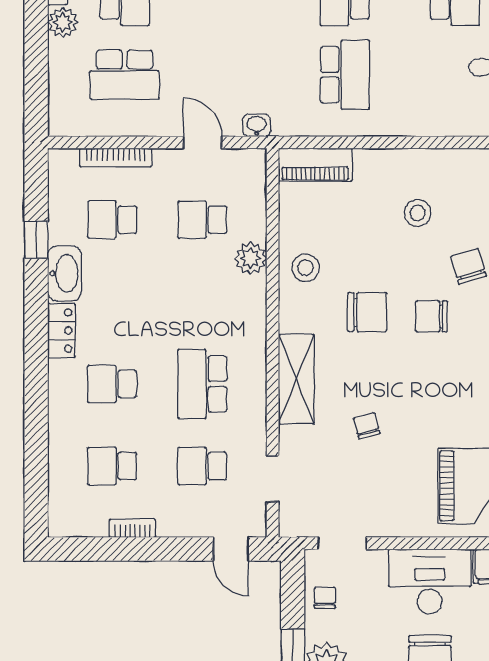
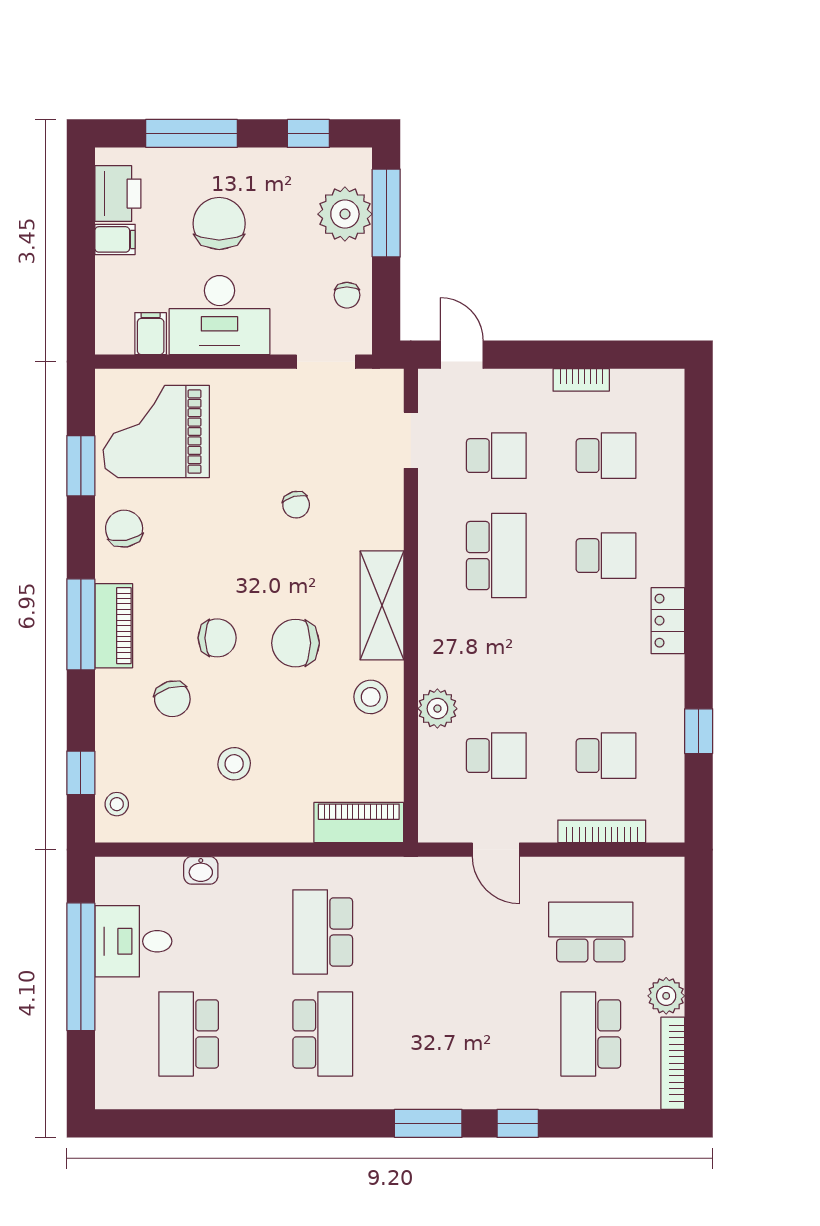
washbasin: (257, 125) -> (201, 870), moved
washbasin: (65, 273) -> (664, 690), removed
shelving: (296, 379) -> (382, 605), moved

